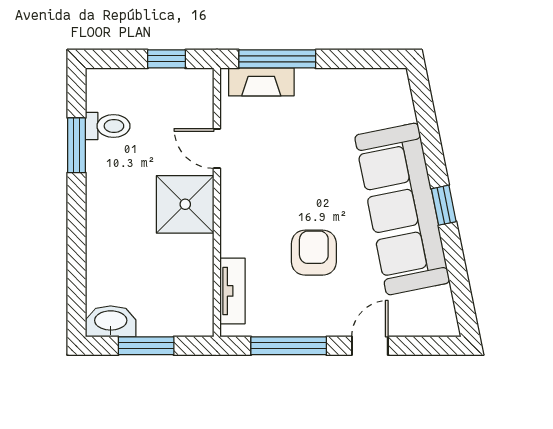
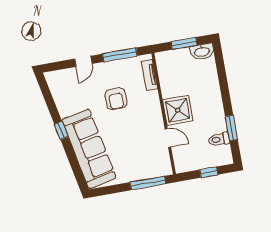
window: (166, 59) -> (209, 172), moved
fireplace: (261, 82) -> (153, 171), removed
sofa: (402, 209) -> (89, 149), moved

